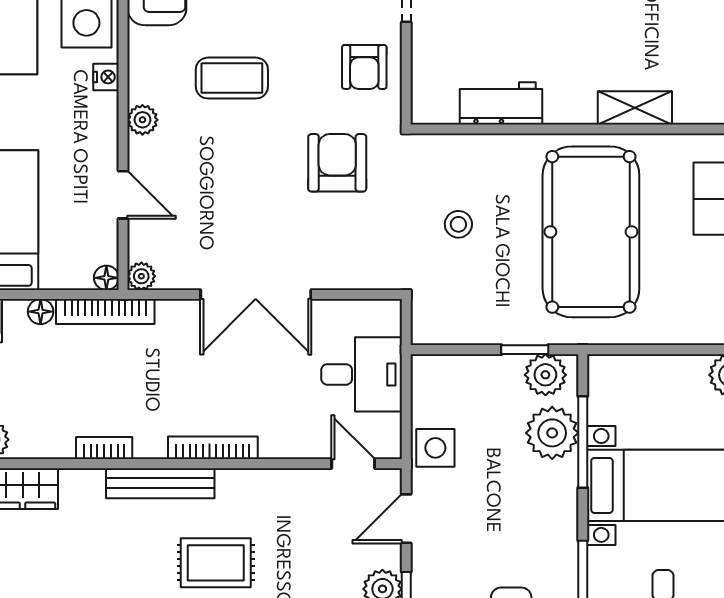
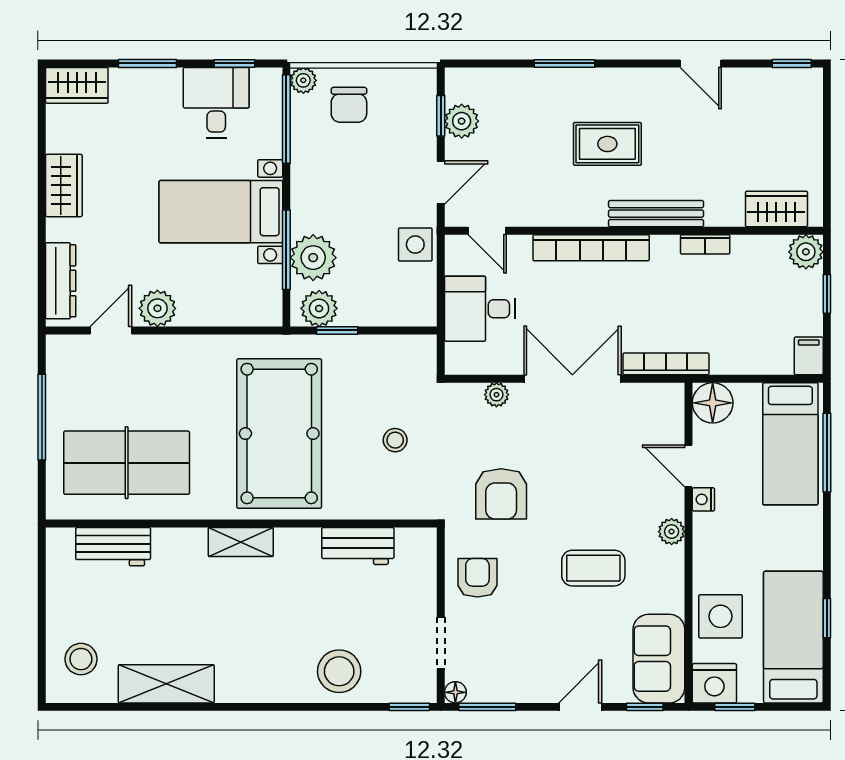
nightstand: (106, 77) -> (703, 499), moved
plant: (141, 276) -> (496, 395), moved
floor lamp: (106, 278) -> (713, 403), width x1.89, depth x1.89
bookcase: (105, 311) -> (666, 364), moved
floor lamp: (41, 312) -> (761, 364), removed
bookcase: (213, 448) -> (591, 248), width x1.48, depth x1.31

